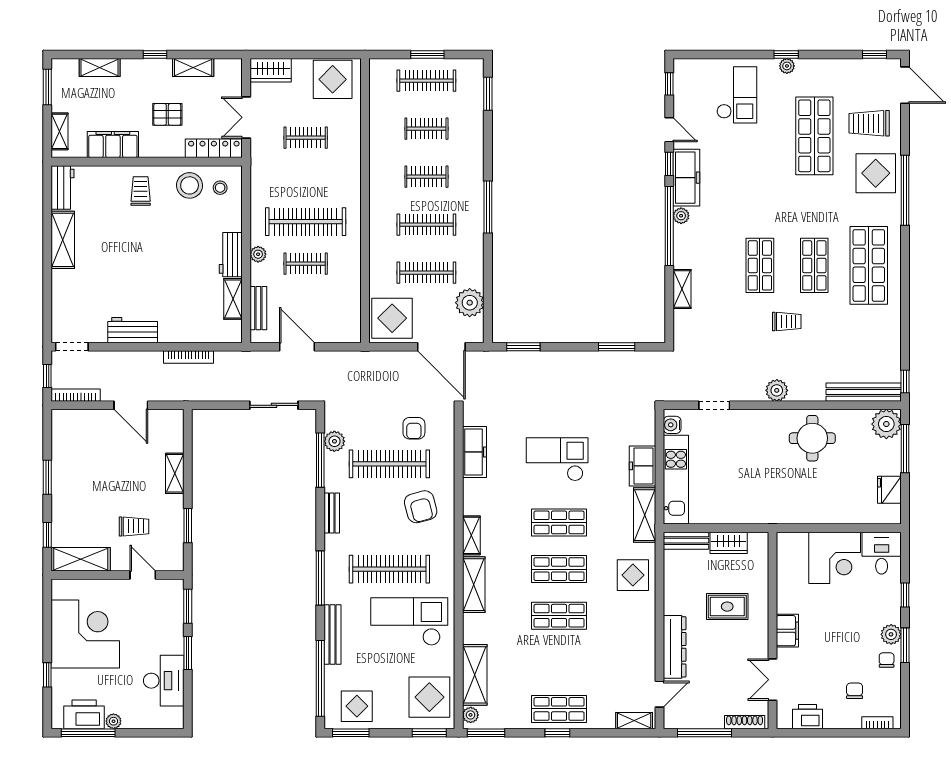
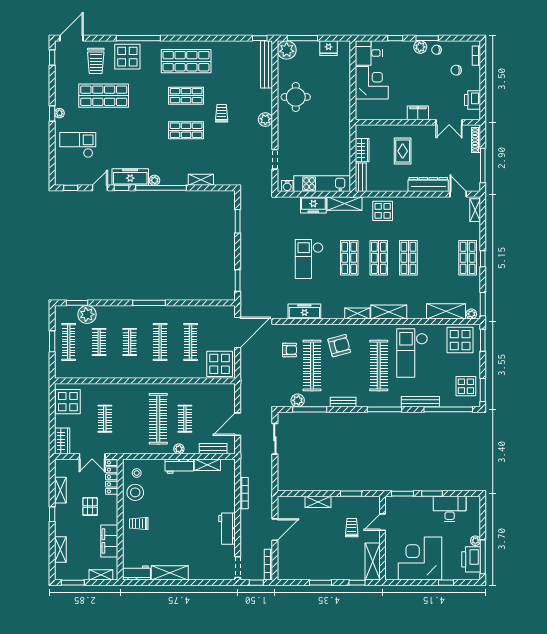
plant: (470, 303) -> (87, 314), moved

